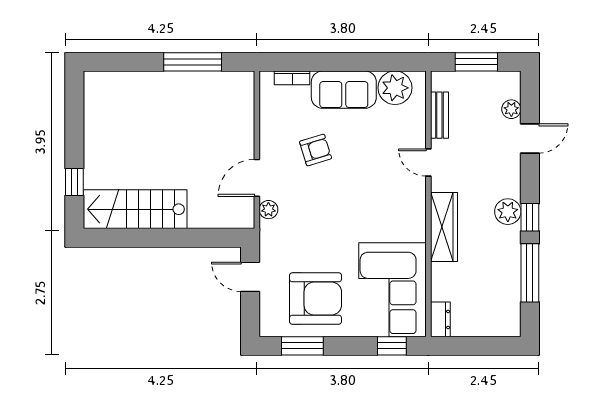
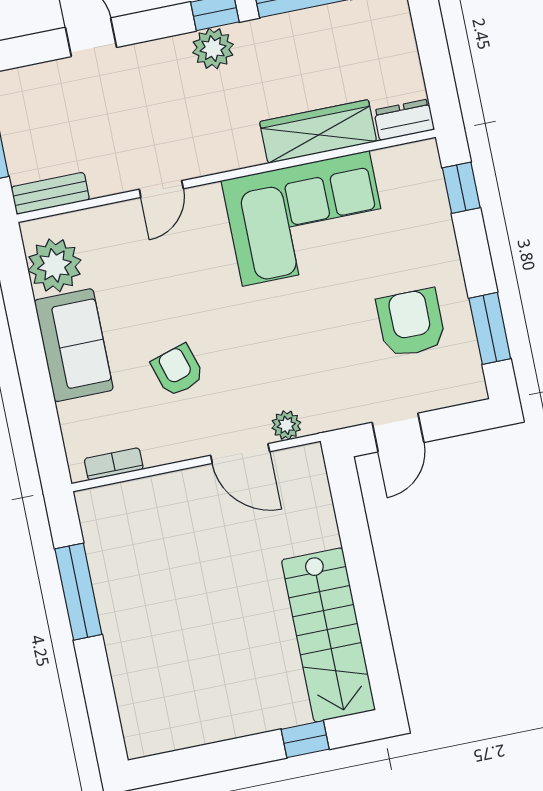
bookcase: (292, 78) -> (114, 464), moved, turned -90
plant: (511, 109) -> (51, 76), removed
bench: (439, 115) -> (50, 193), moved
wardrobe: (444, 227) -> (318, 132), moved
corner sofa: (392, 290) -> (306, 218), moved
armchair: (316, 298) -> (411, 323), width x0.73, depth x0.73

